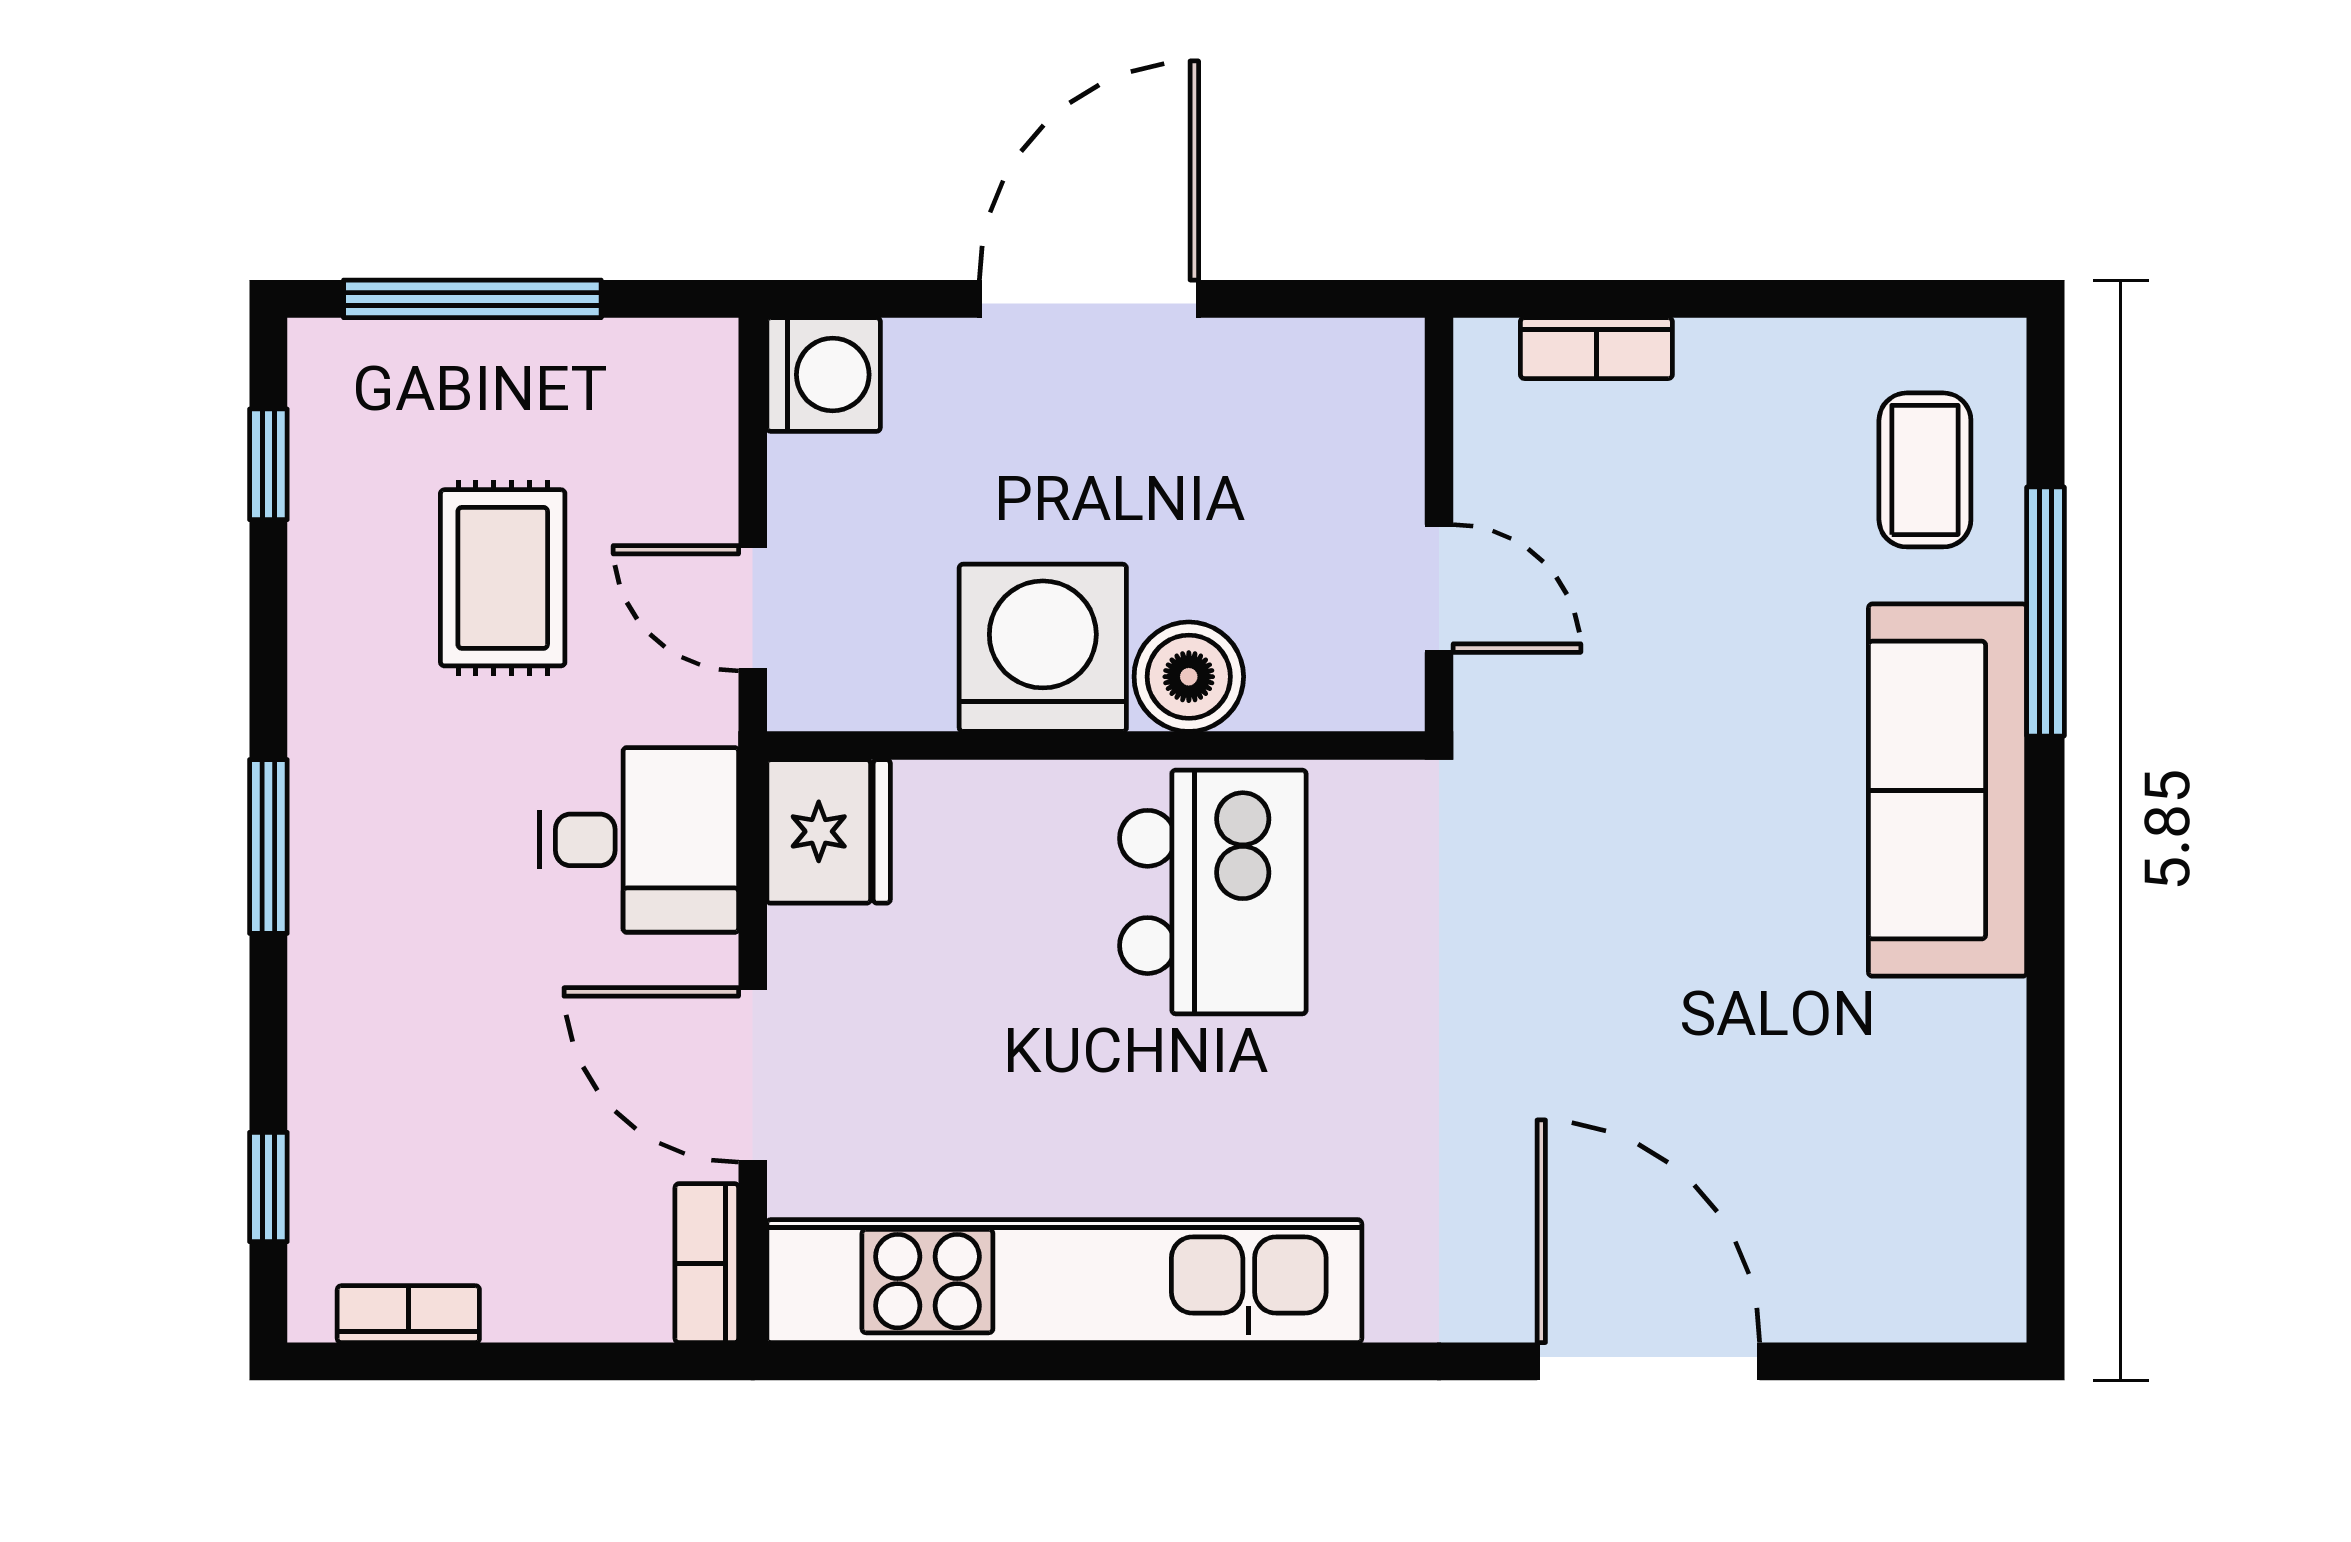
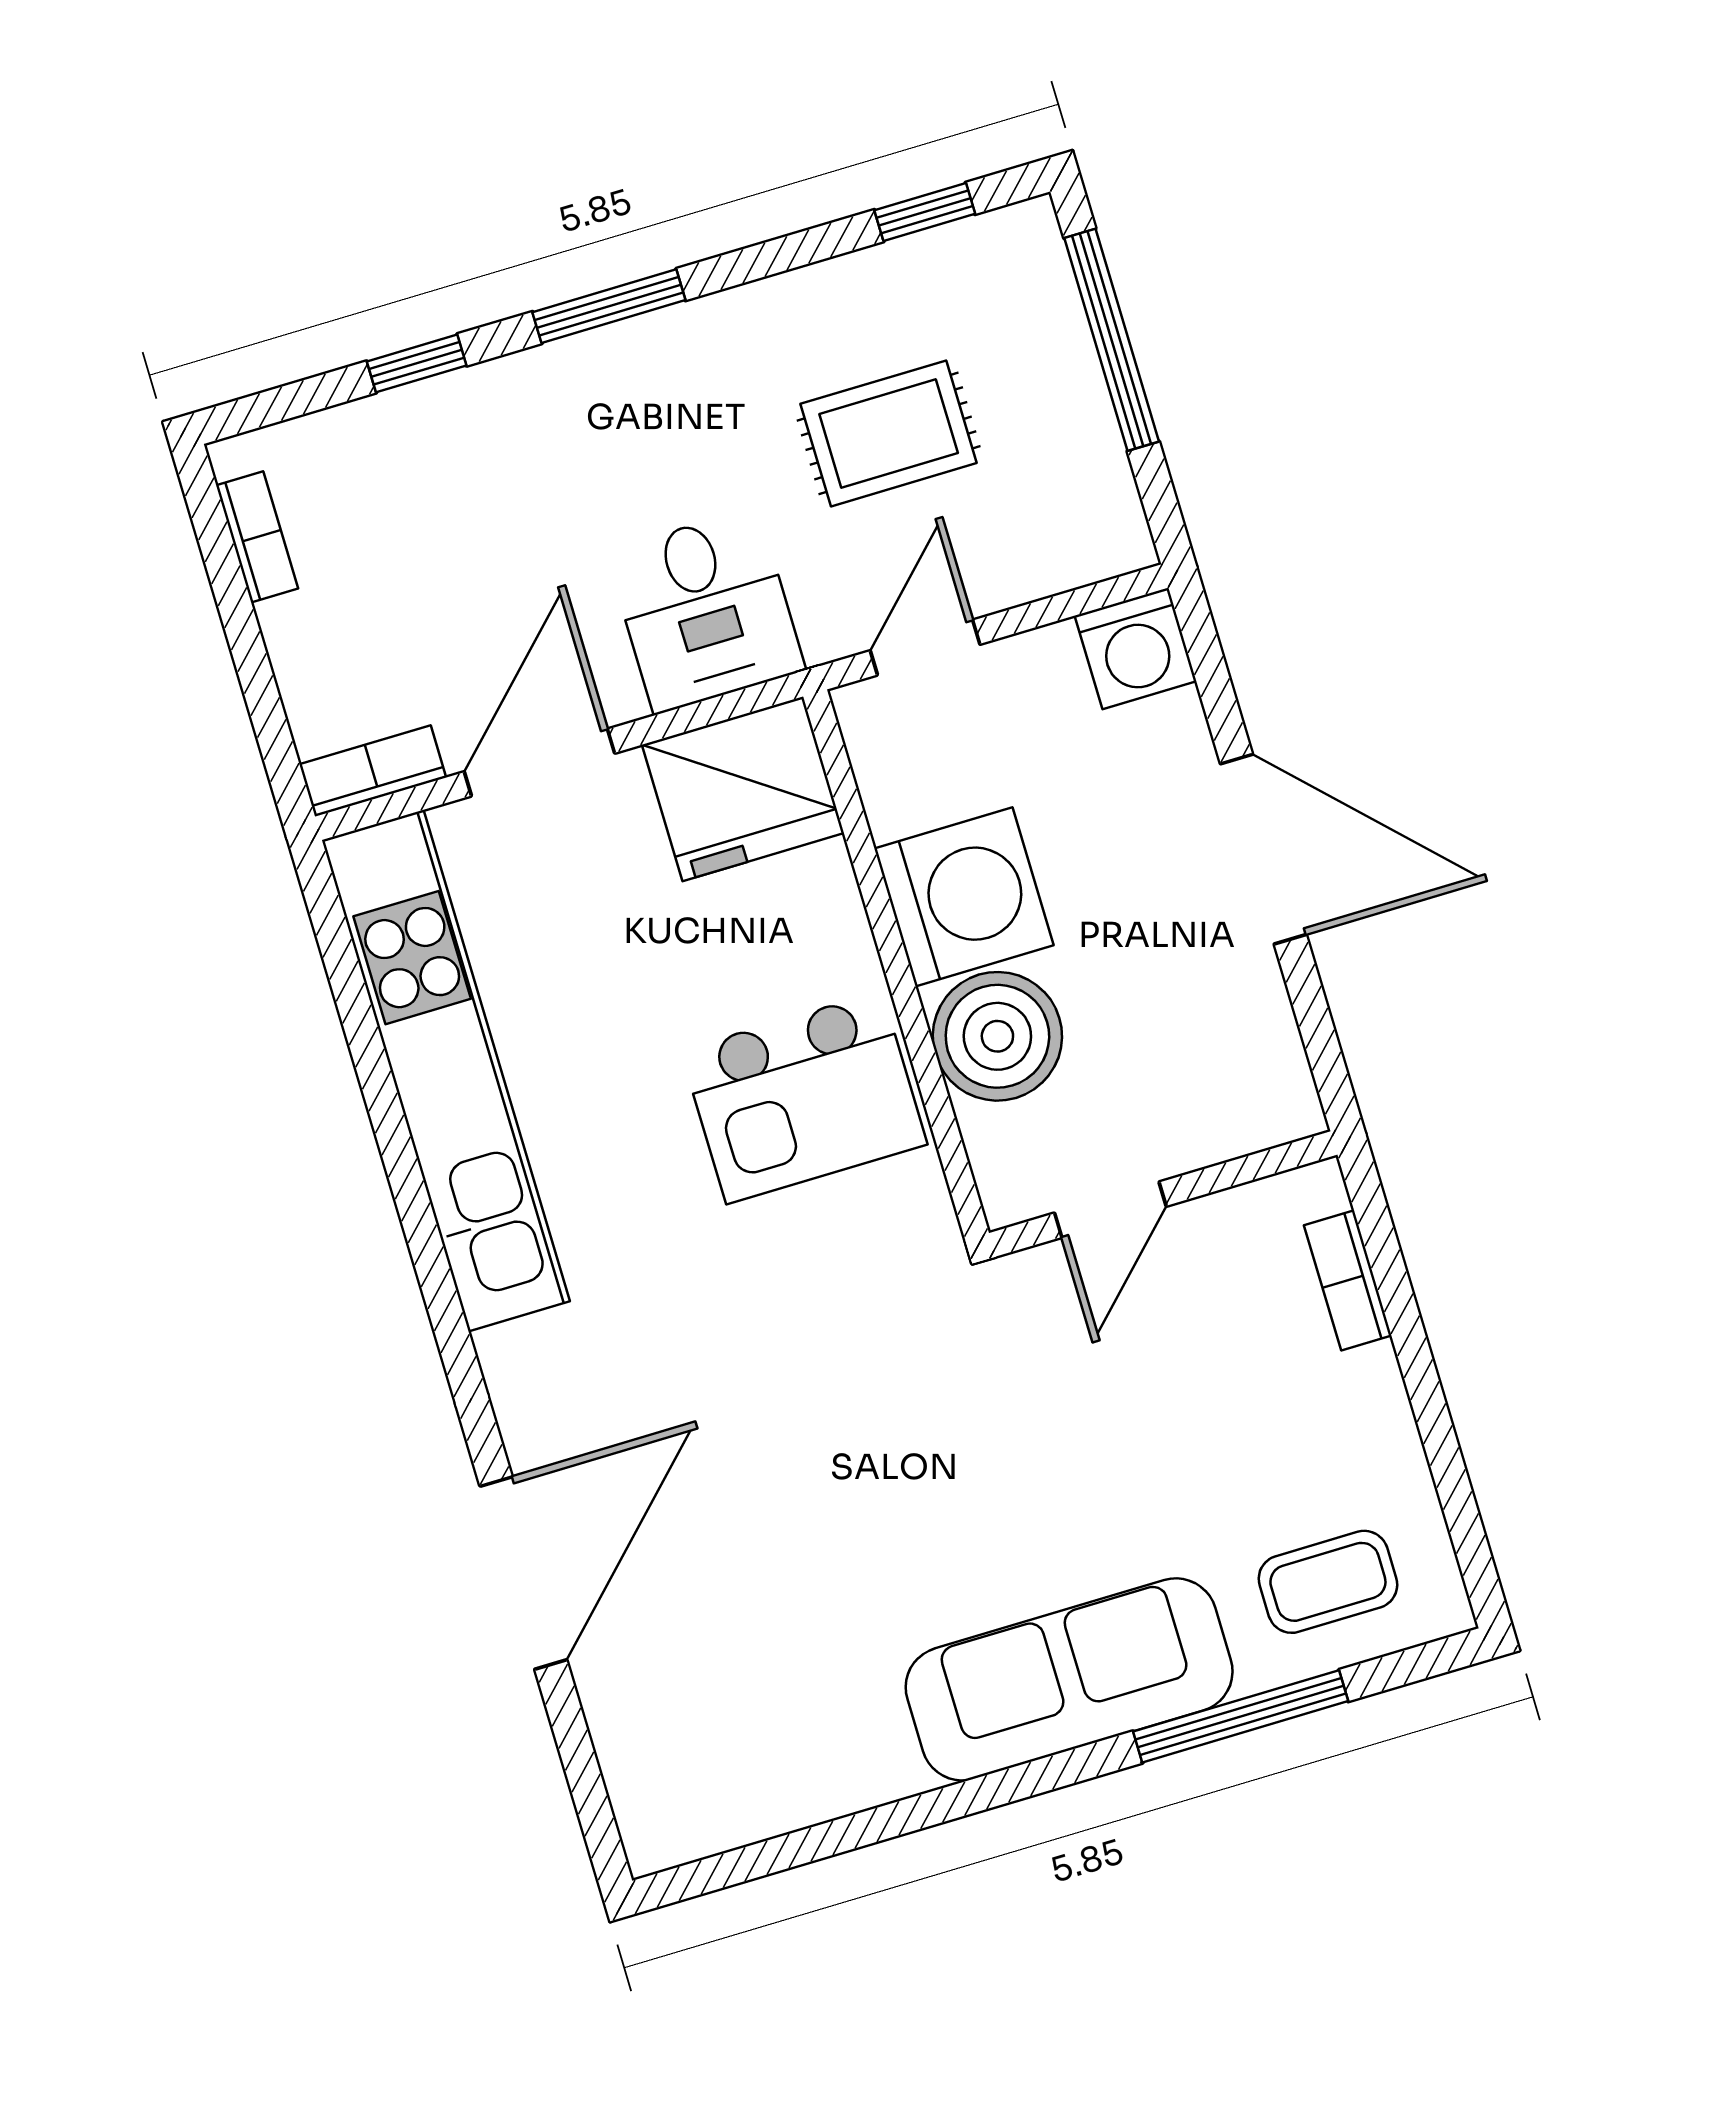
boiler: (1189, 677) -> (997, 1036), width x1.37, depth x1.37
fridge: (829, 831) -> (743, 789), width x1.36, depth x1.34
window: (268, 1187) -> (417, 363), moved

